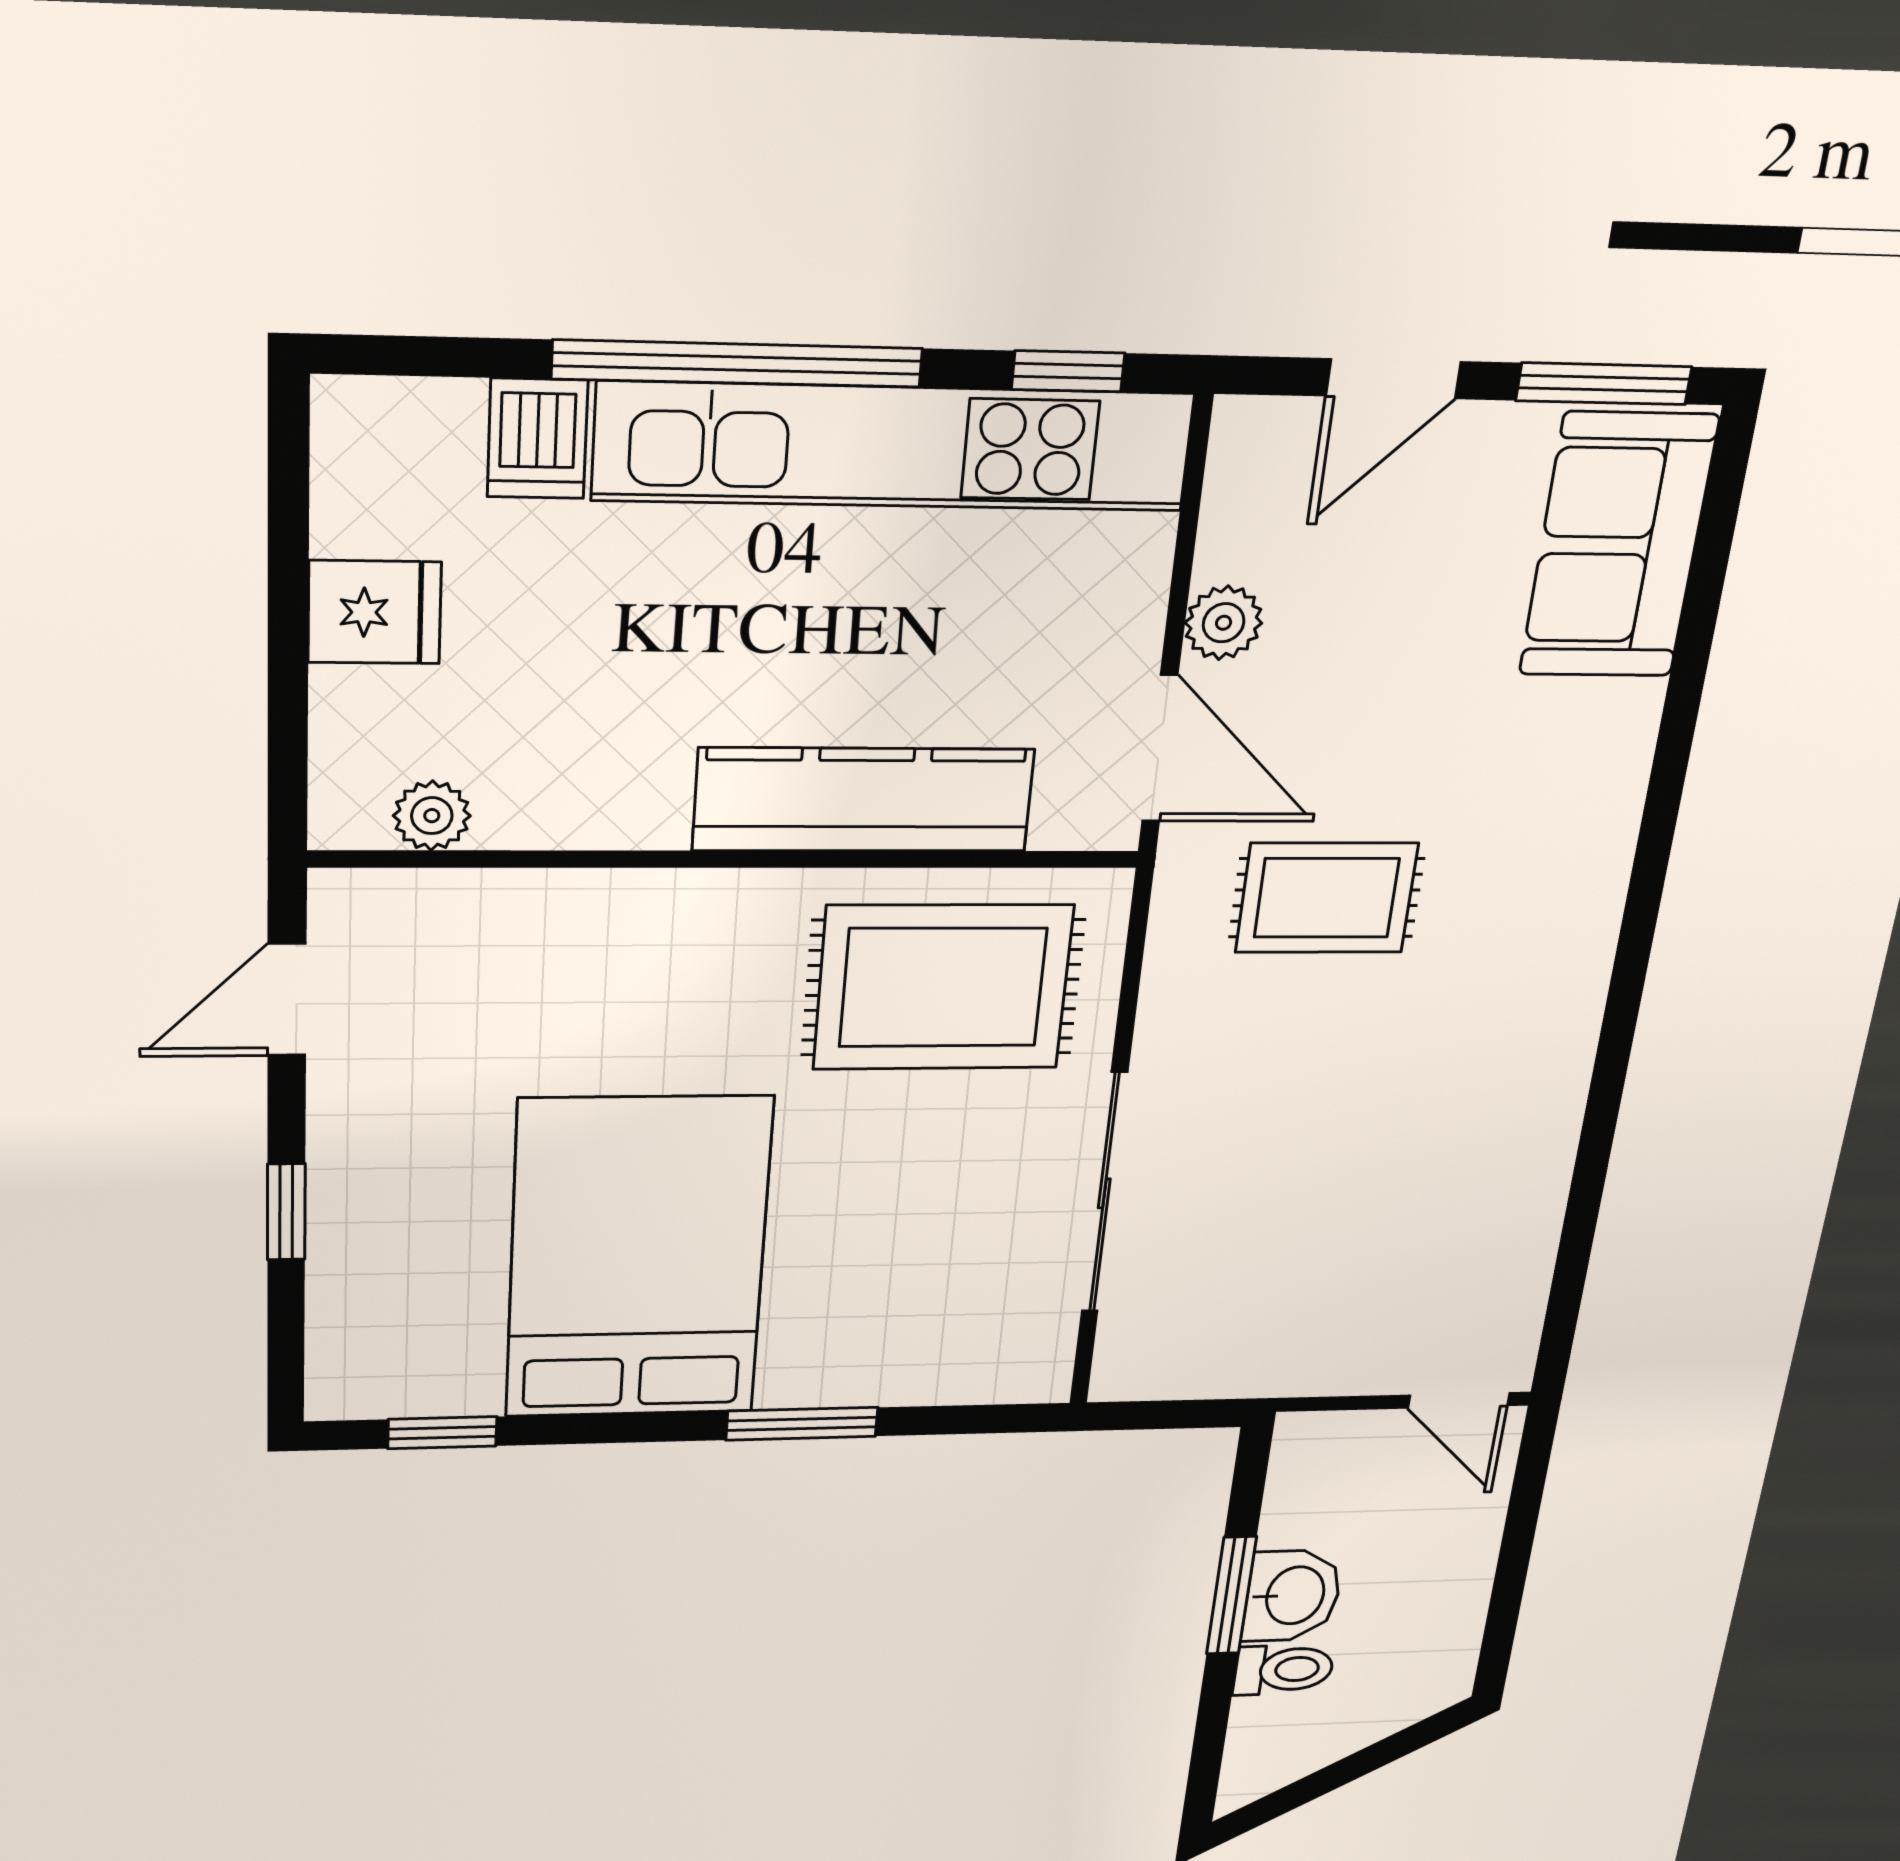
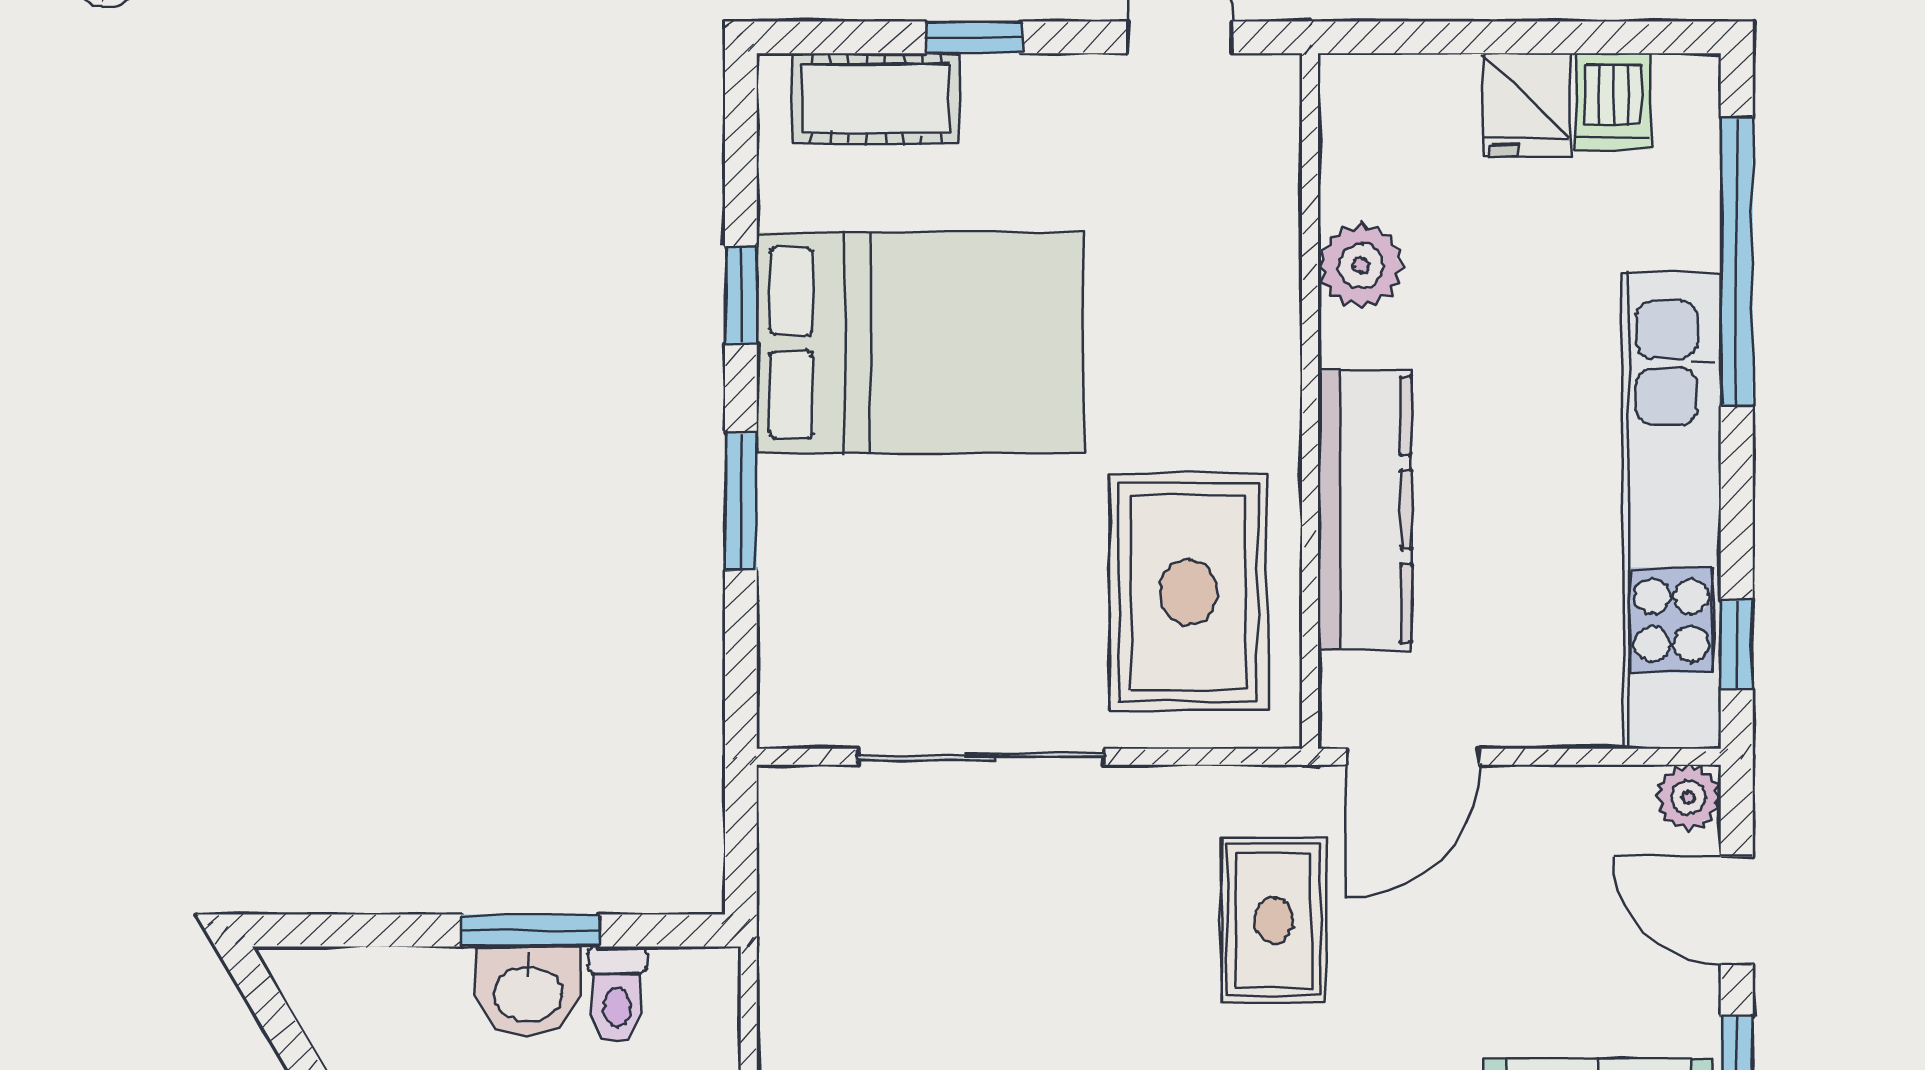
window: (738, 364) -> (1737, 262), moved
dishwasher: (537, 439) -> (1613, 102), moved, turned -90
plant: (1224, 623) -> (1688, 797), moved
plant: (432, 816) -> (1361, 266), moved, width x1.38, depth x1.38
cot: (357, 1307) -> (876, 99), added
window: (442, 1433) -> (741, 295), moved
toilet: (1284, 1669) -> (617, 994), moved

